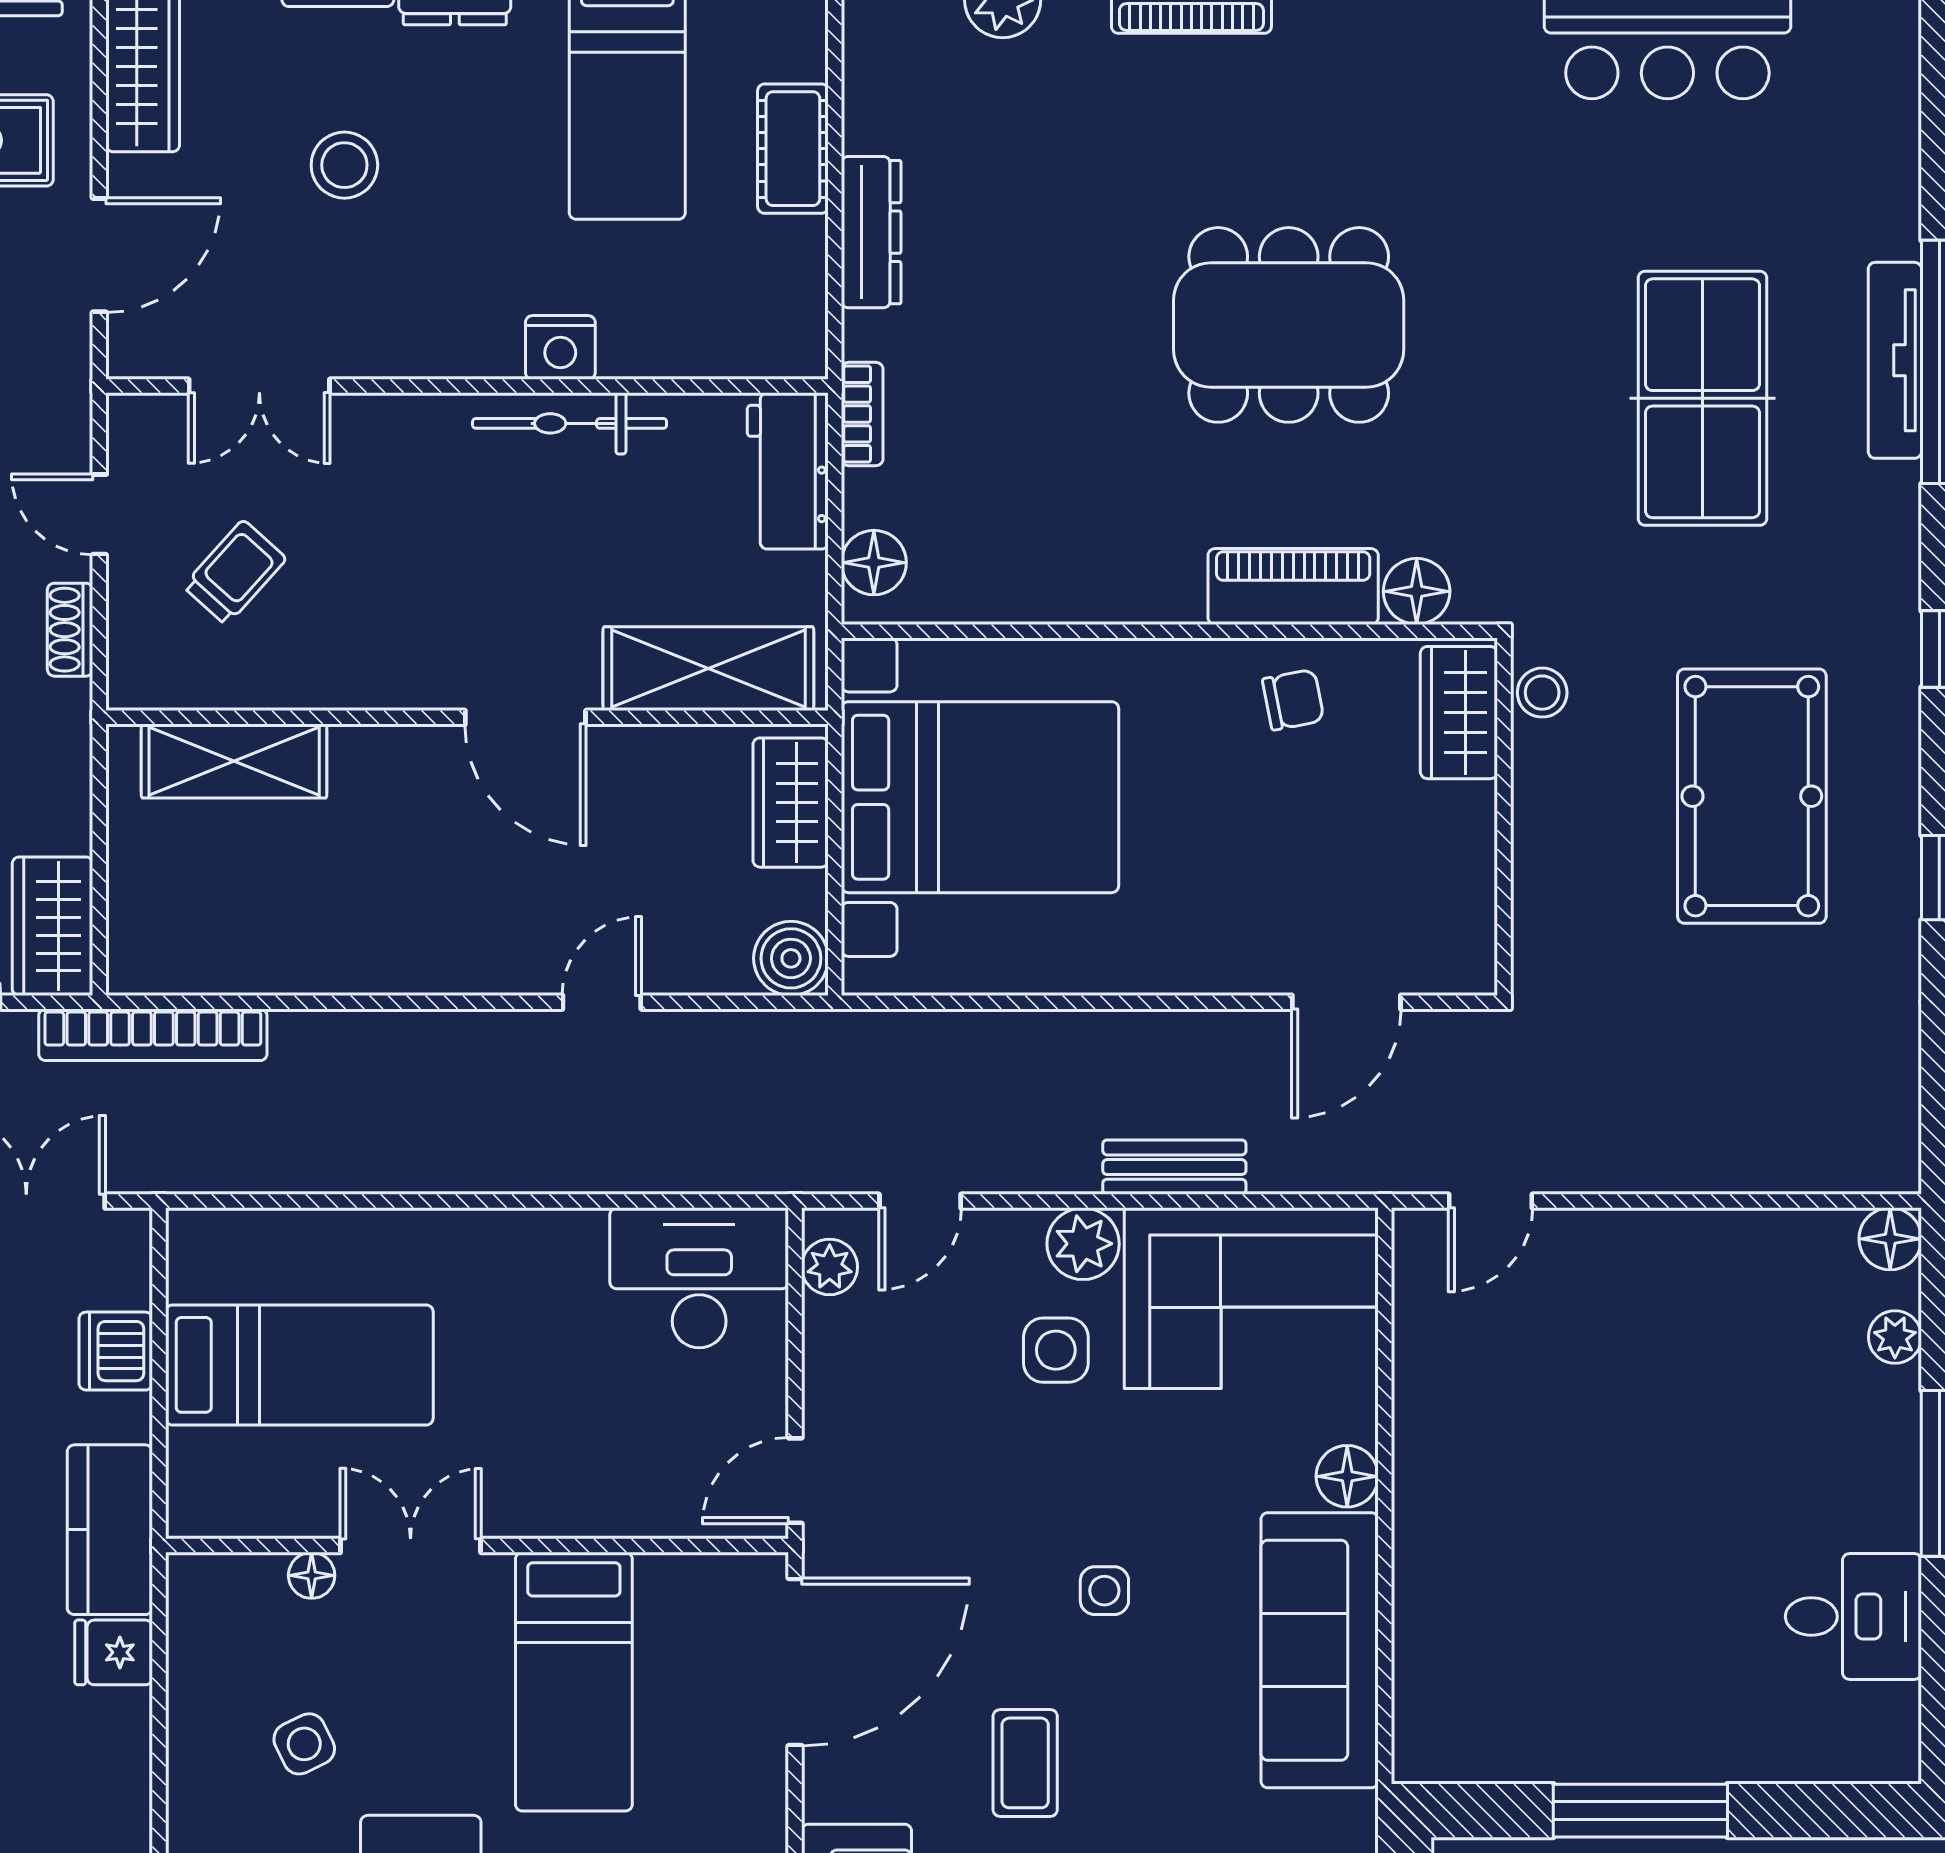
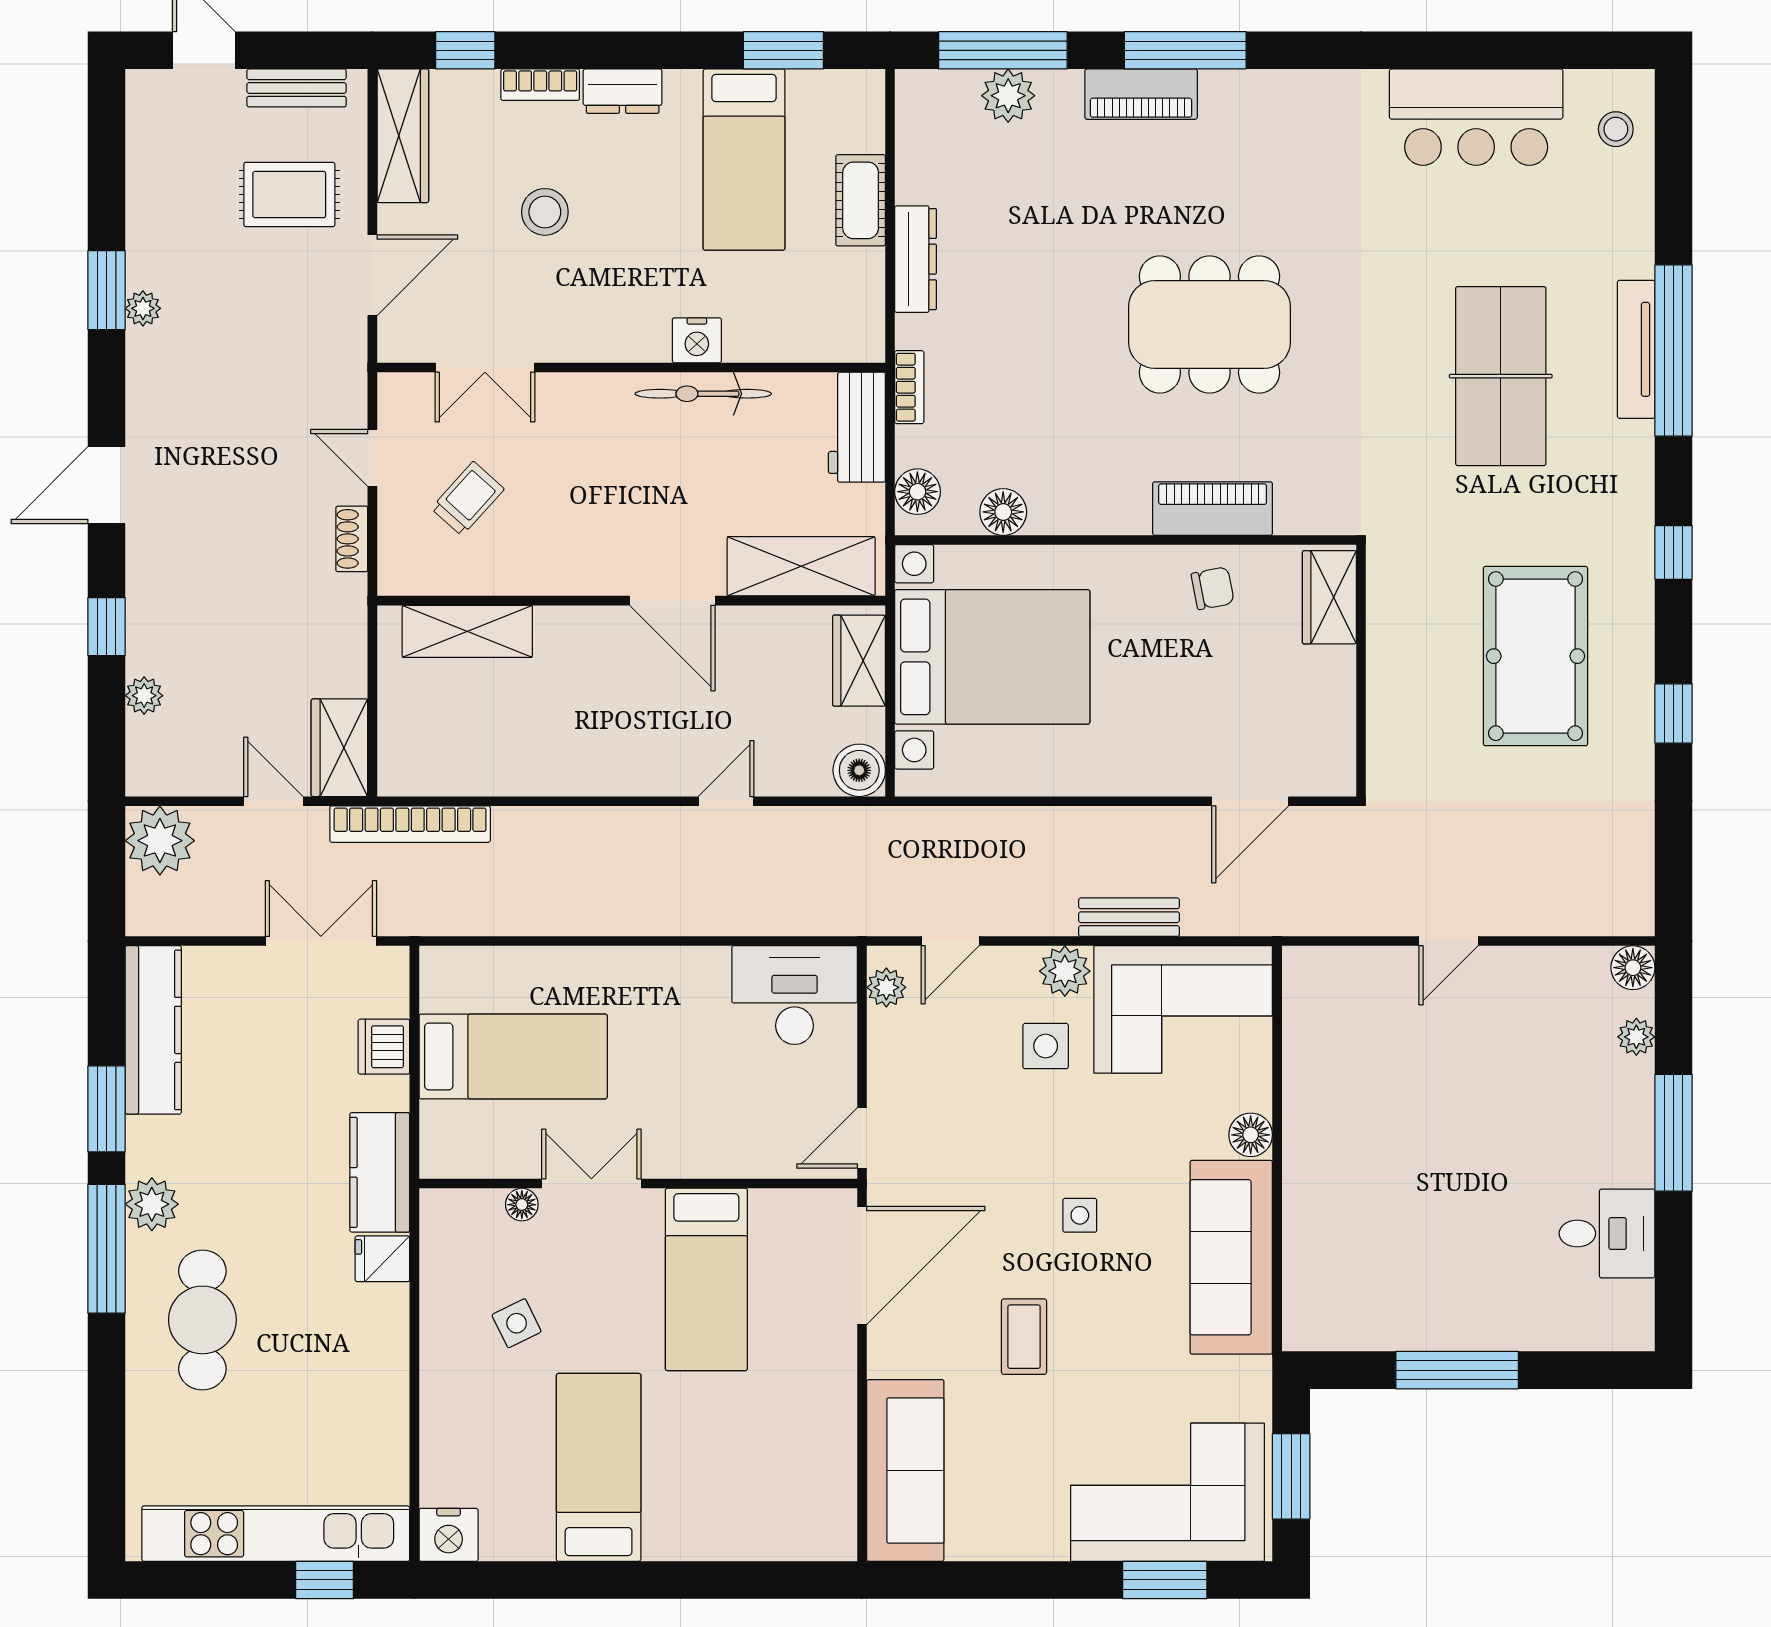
floor lamp: (1417, 591) -> (1003, 512), moved
stool: (1542, 693) -> (1616, 129), moved
door: (1490, 1201) -> (1449, 941), moved

